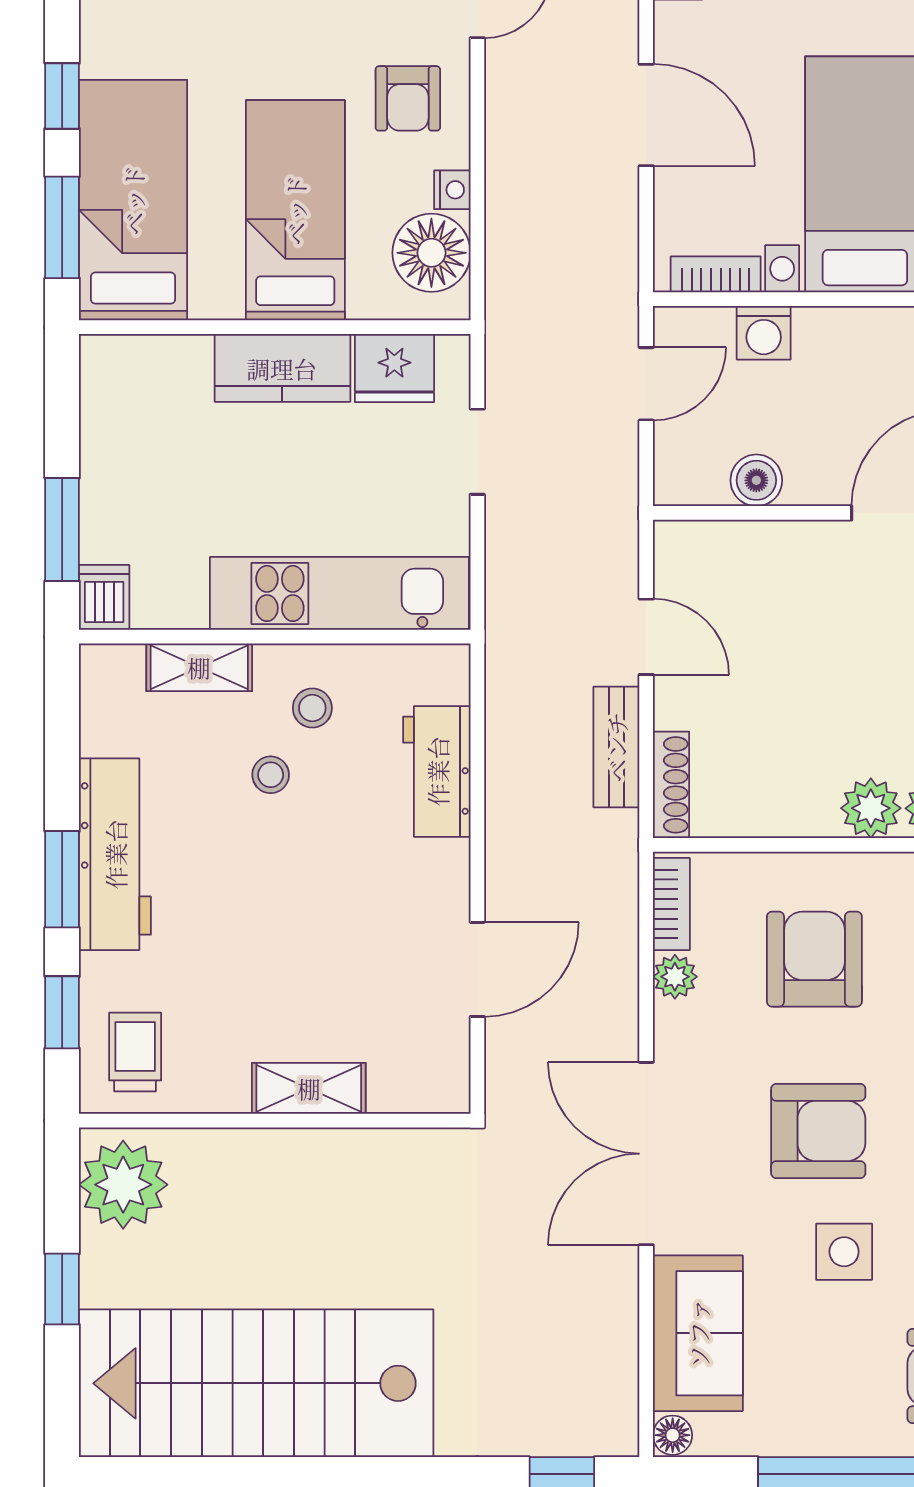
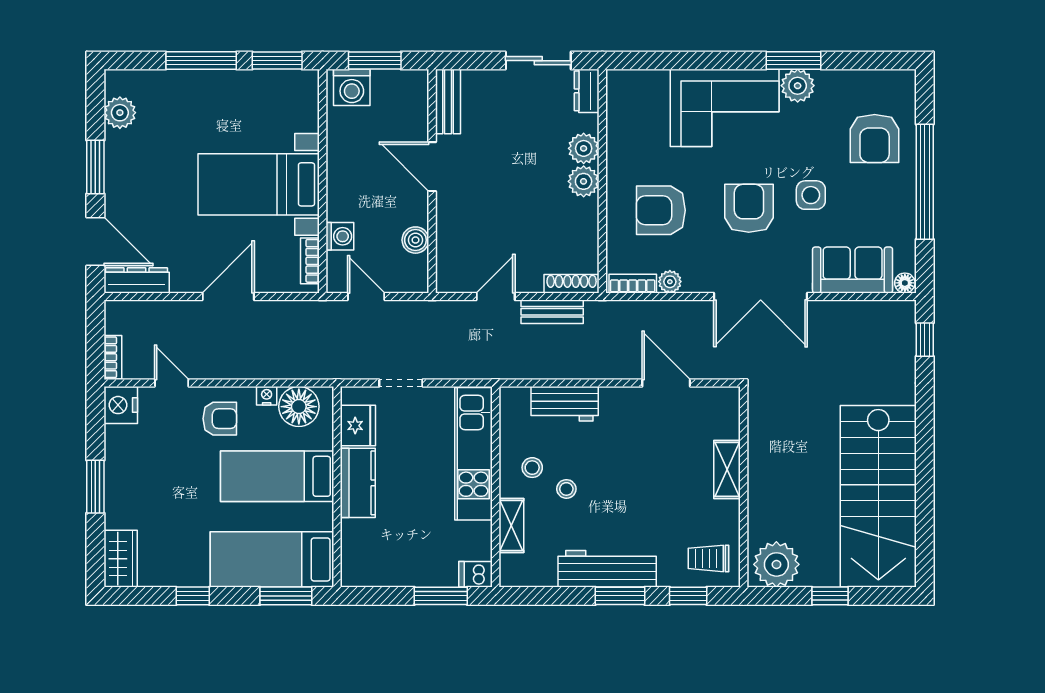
window: (62, 96) -> (193, 596), moved

